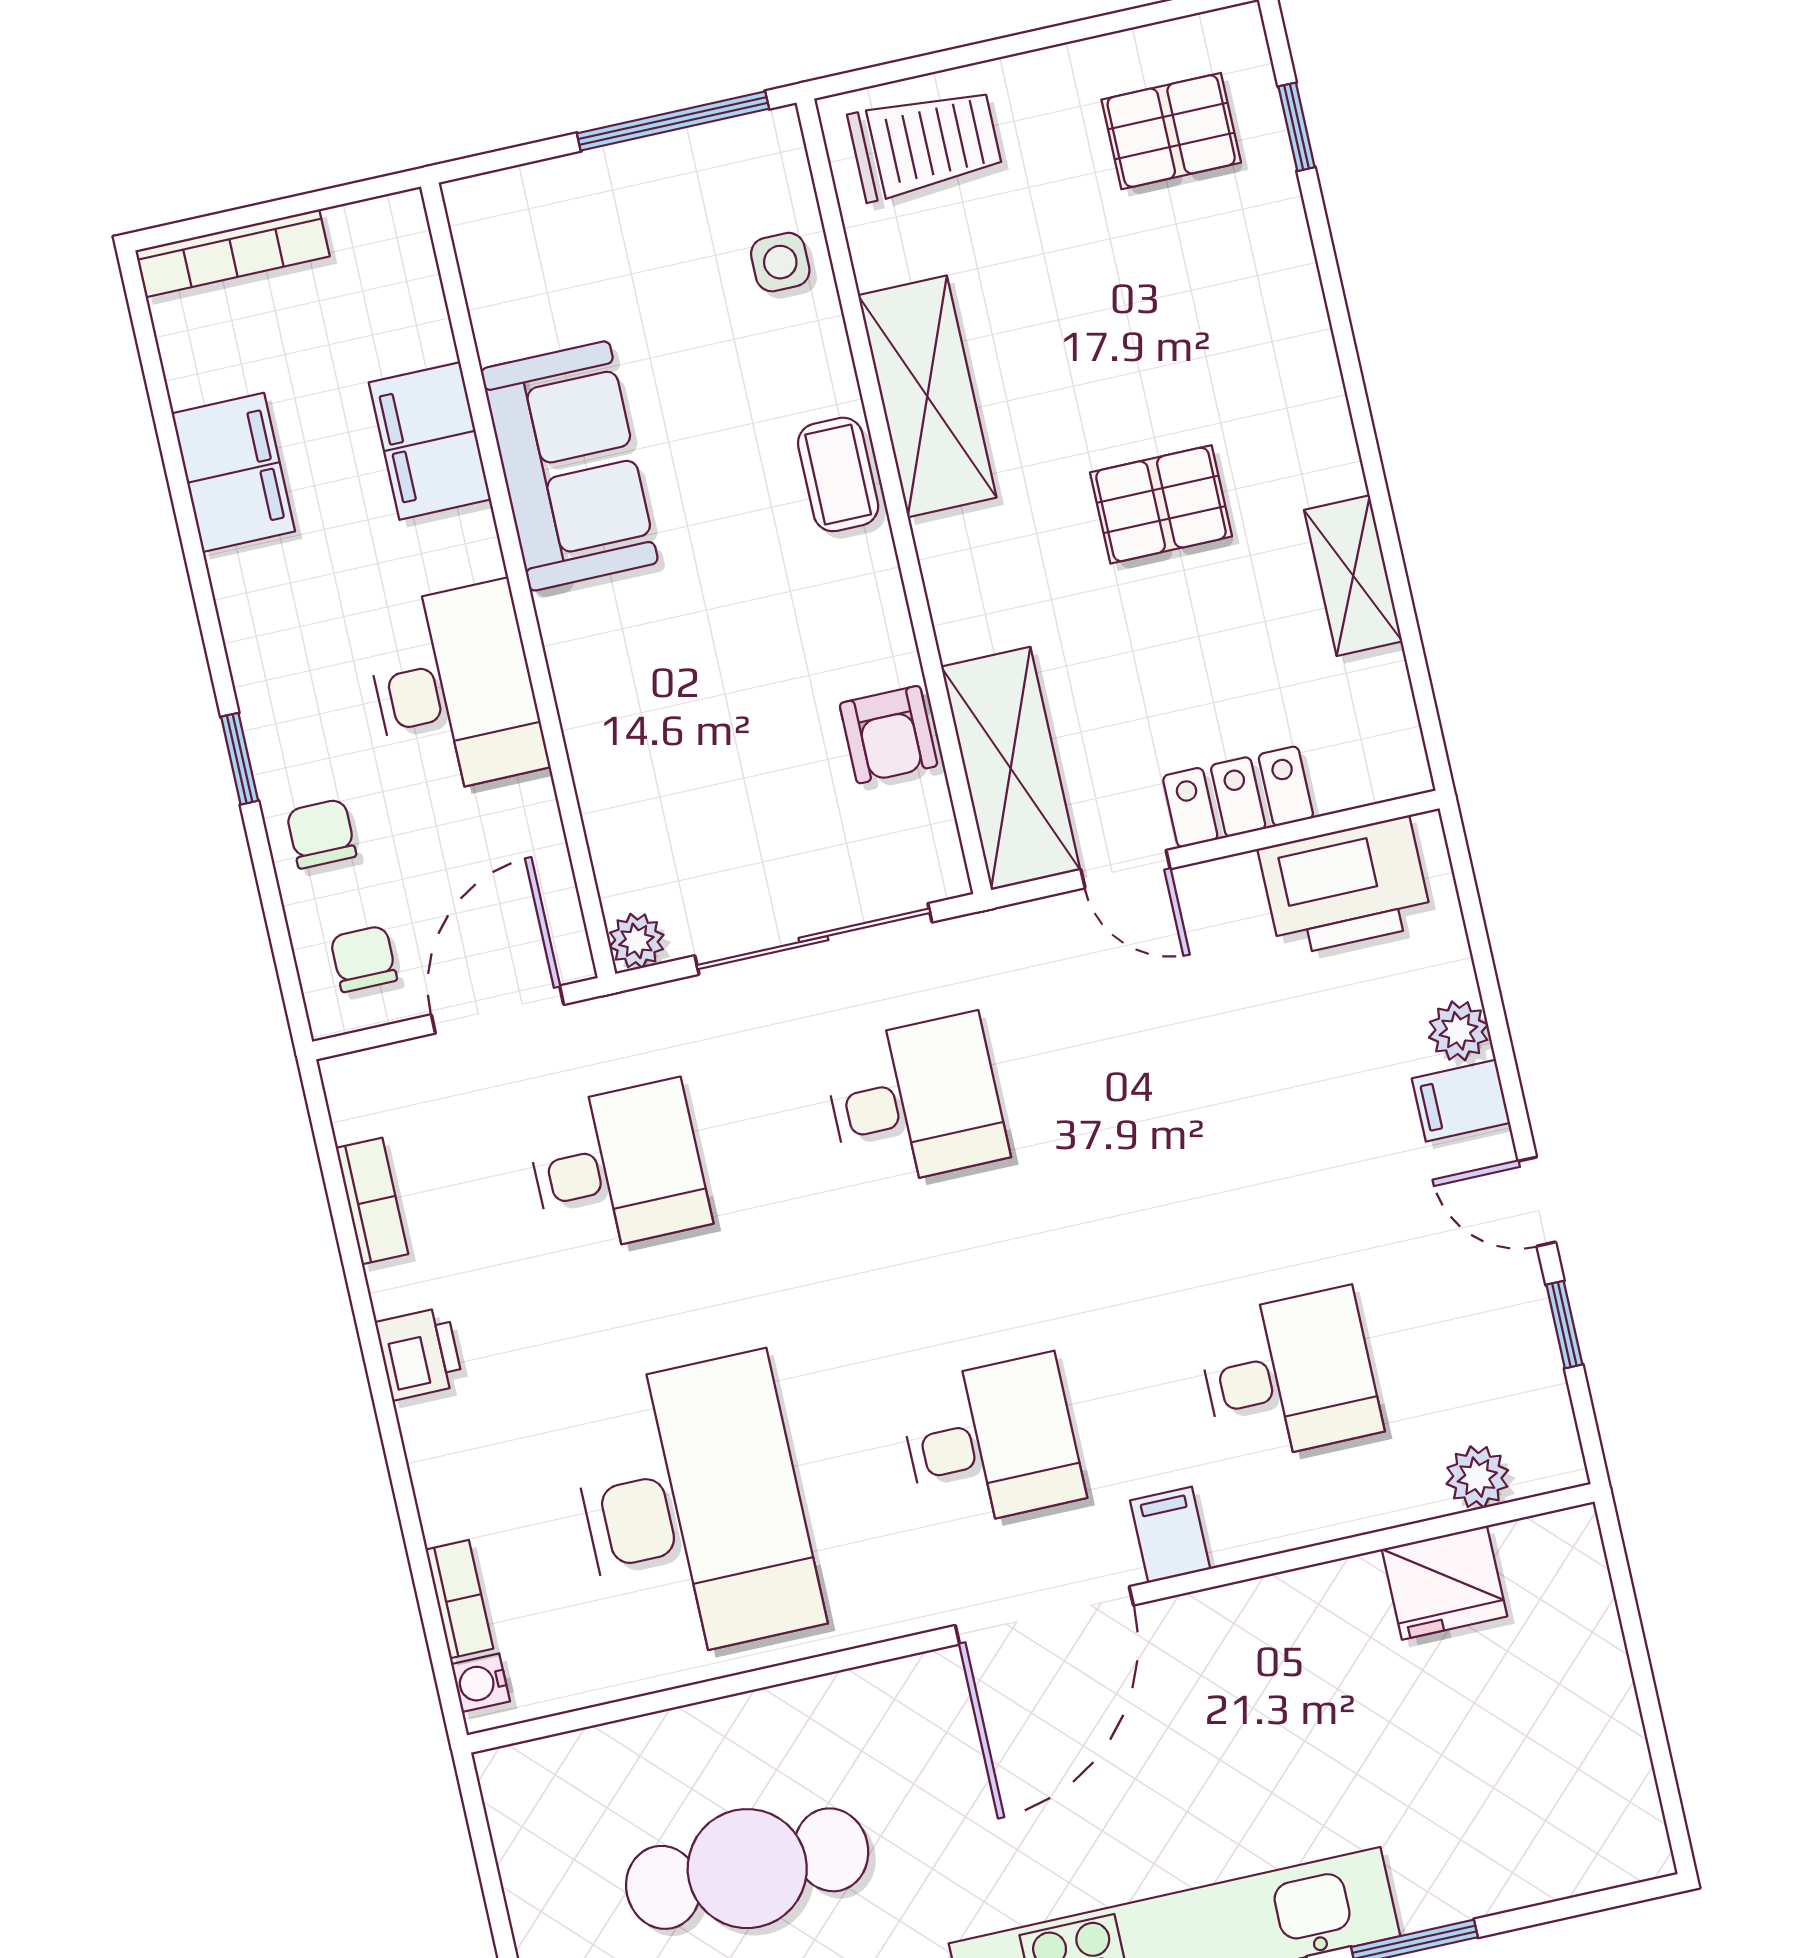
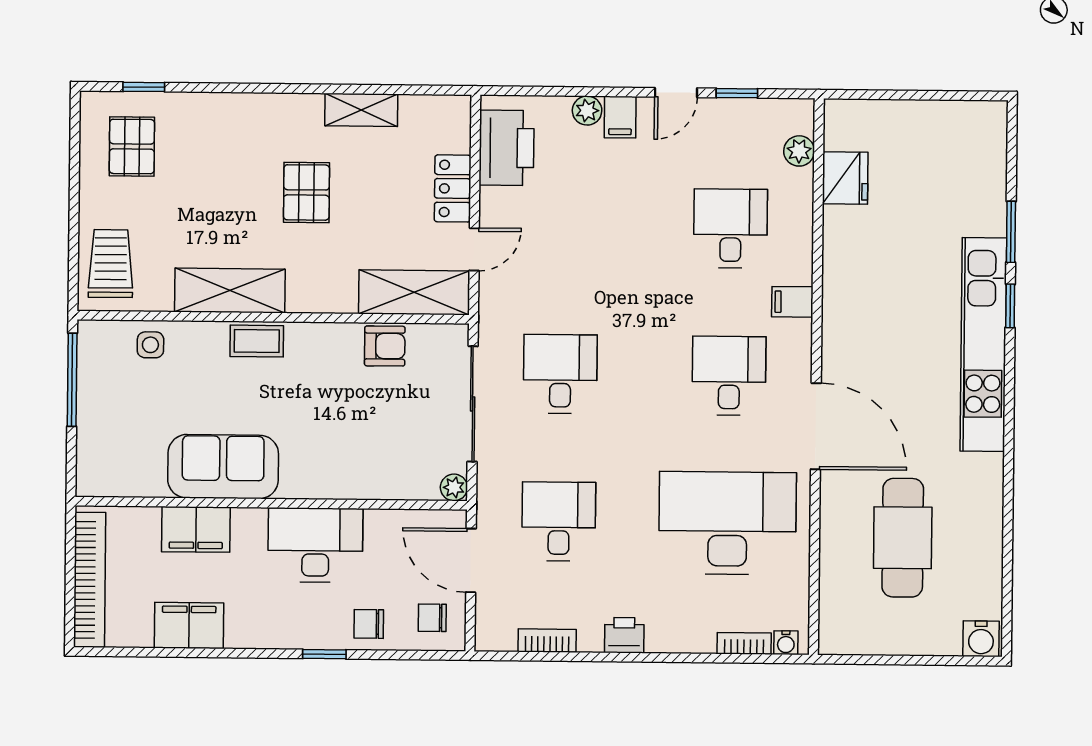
bookcase: (232, 253) -> (90, 580), width x1.48, depth x1.31
door: (1044, 1615) -> (816, 426), moved

